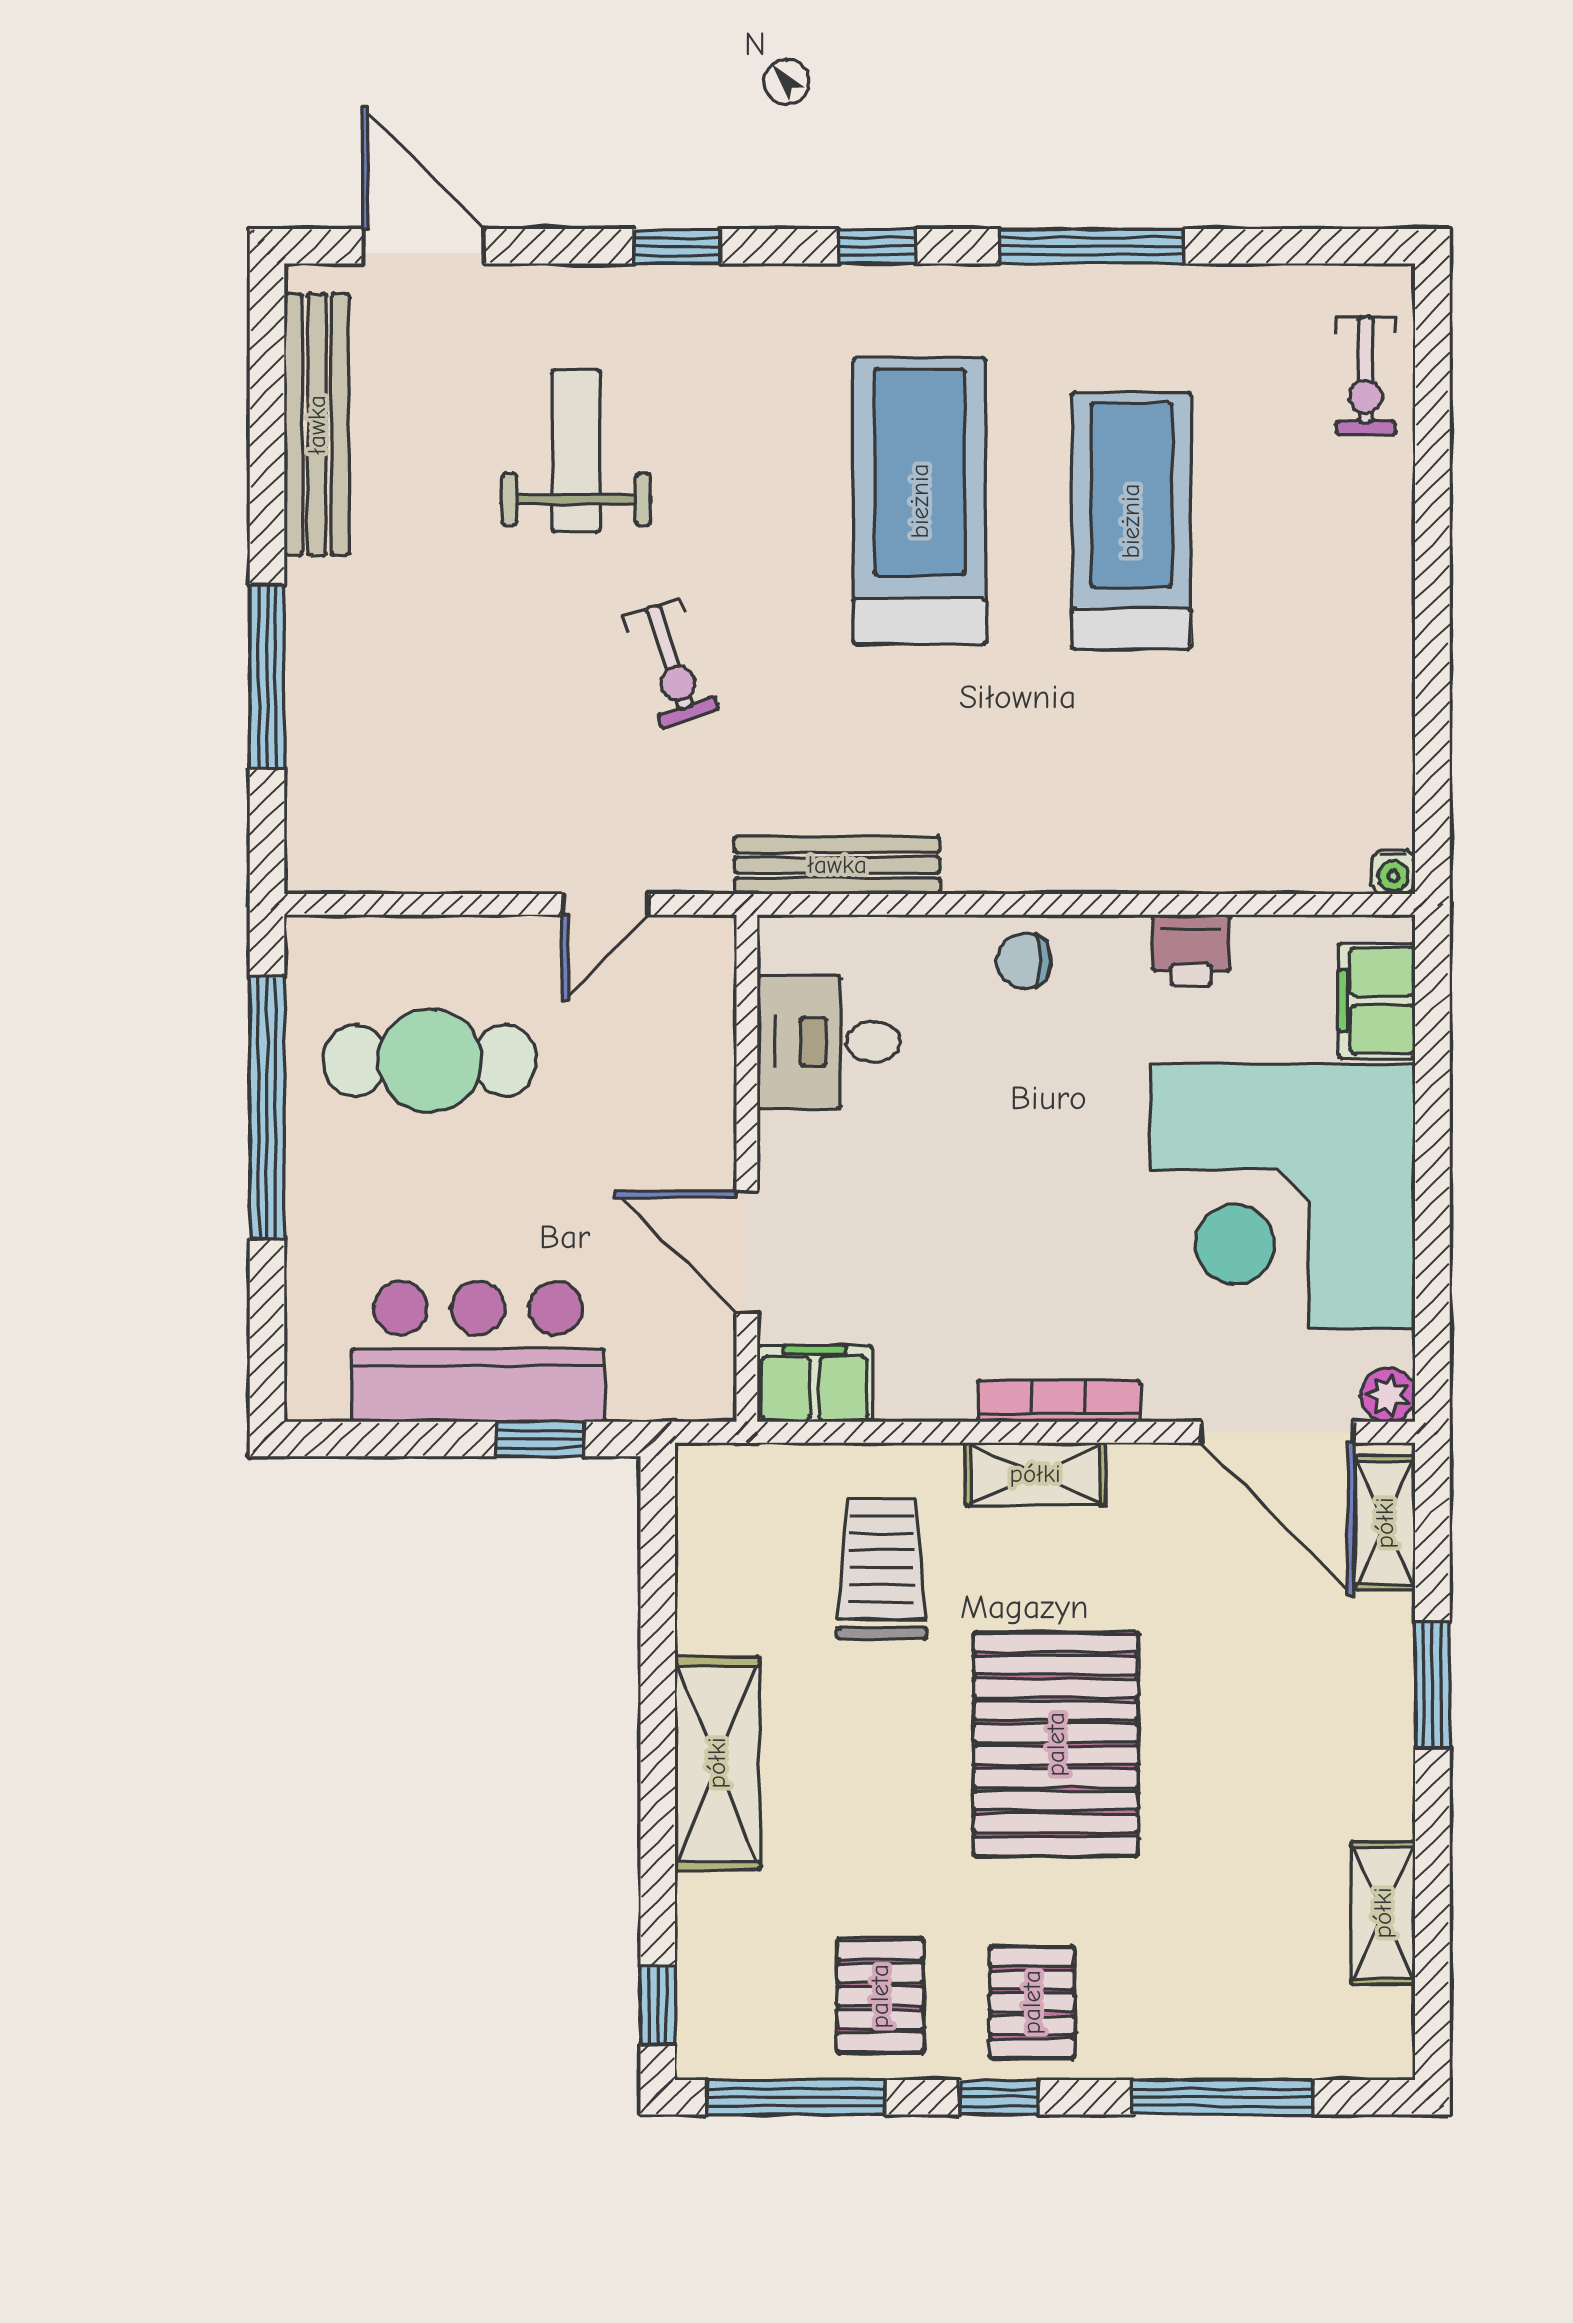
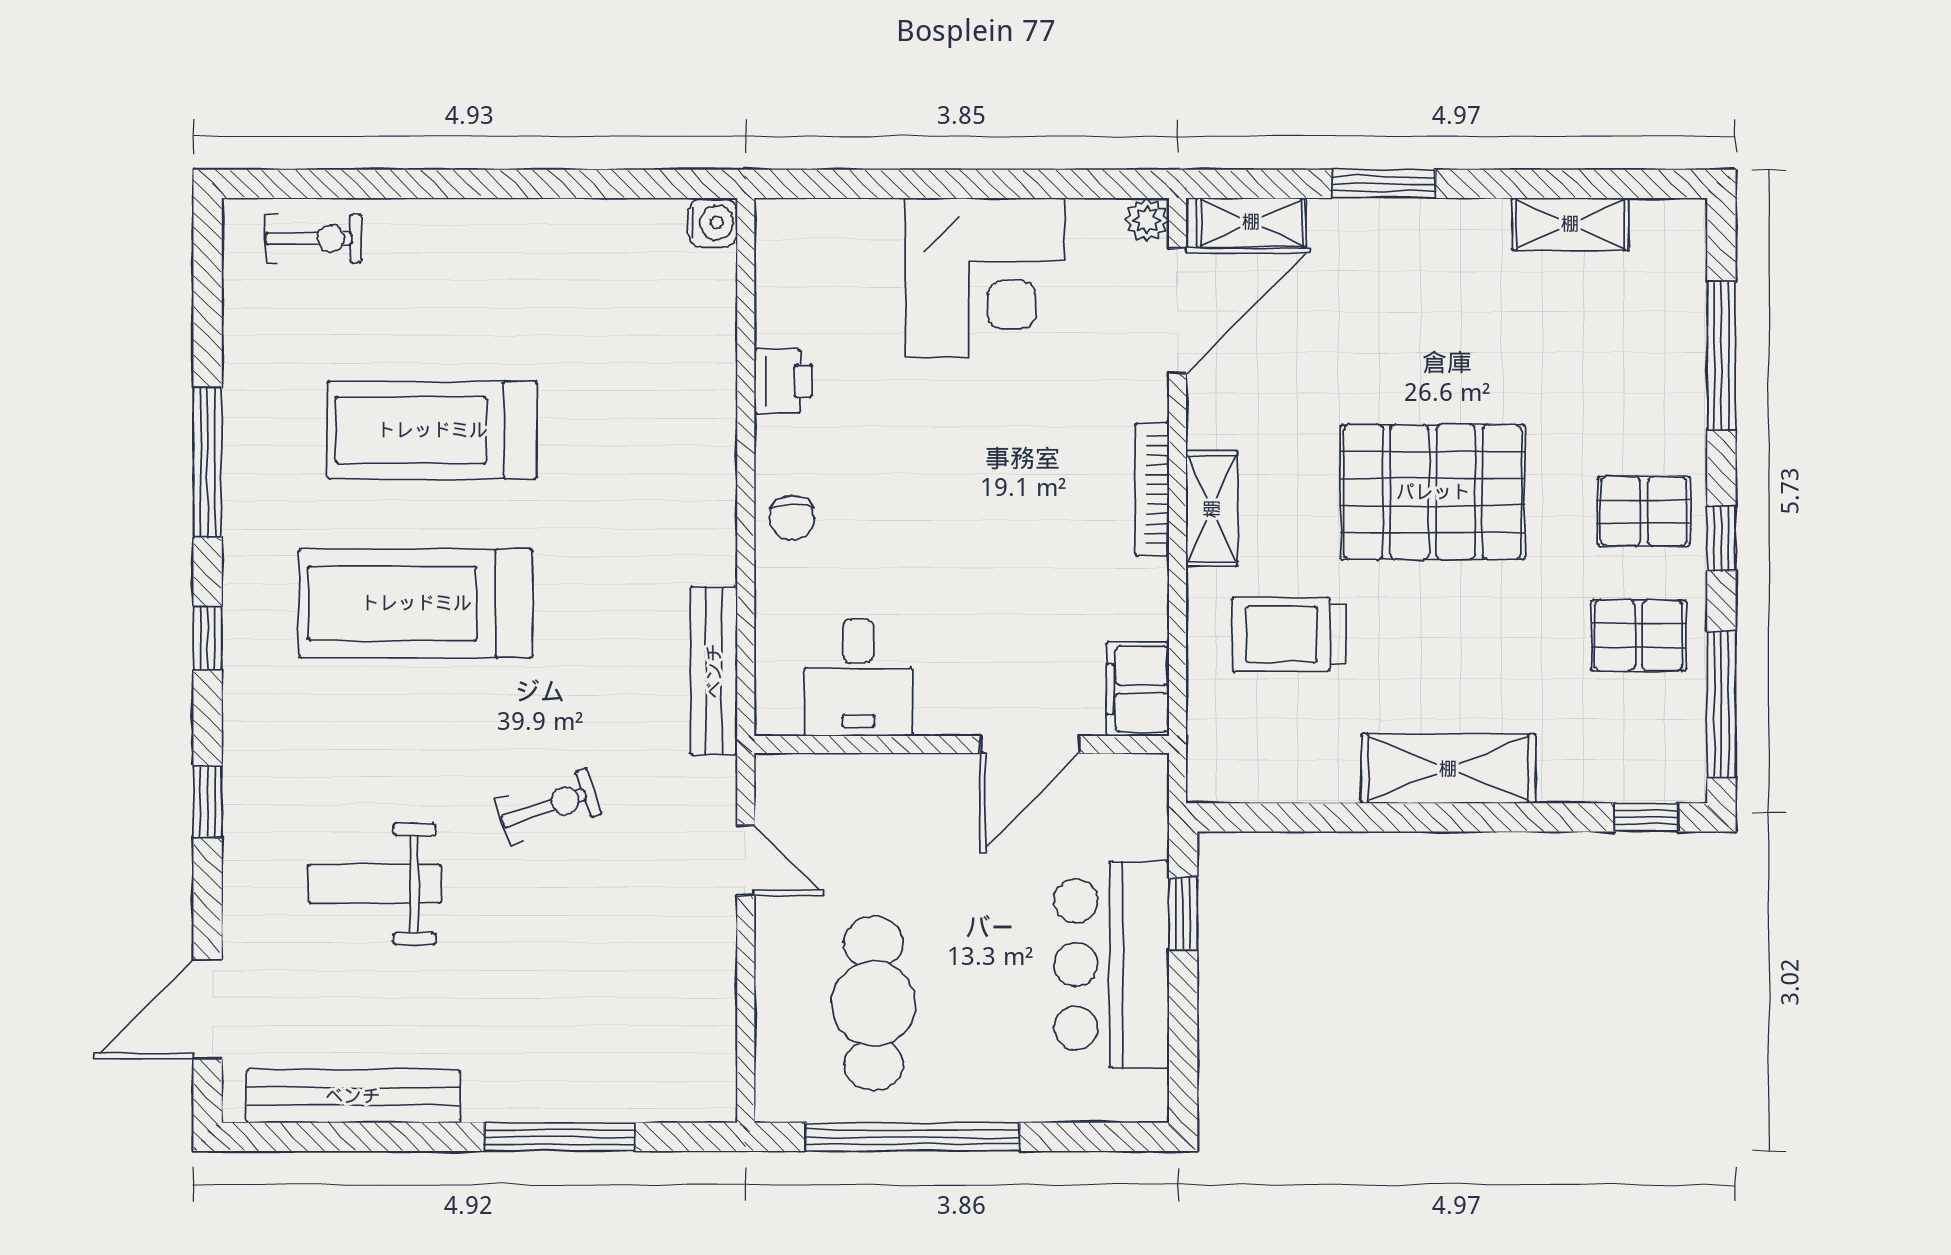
water cooler: (1393, 872) -> (713, 223), width x1.38, depth x1.38
filing cabinet: (1377, 1001) -> (824, 229), removed
corner desk: (1283, 1196) -> (985, 278), width x0.74, depth x0.74

